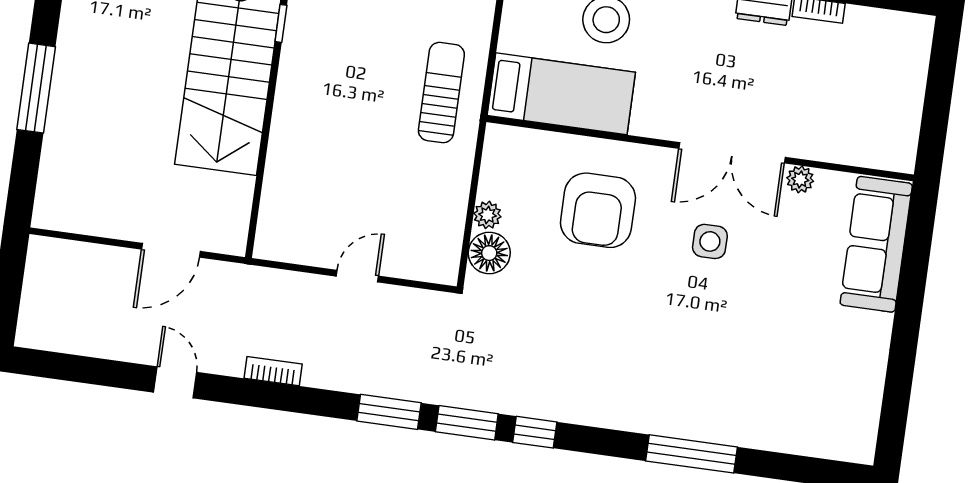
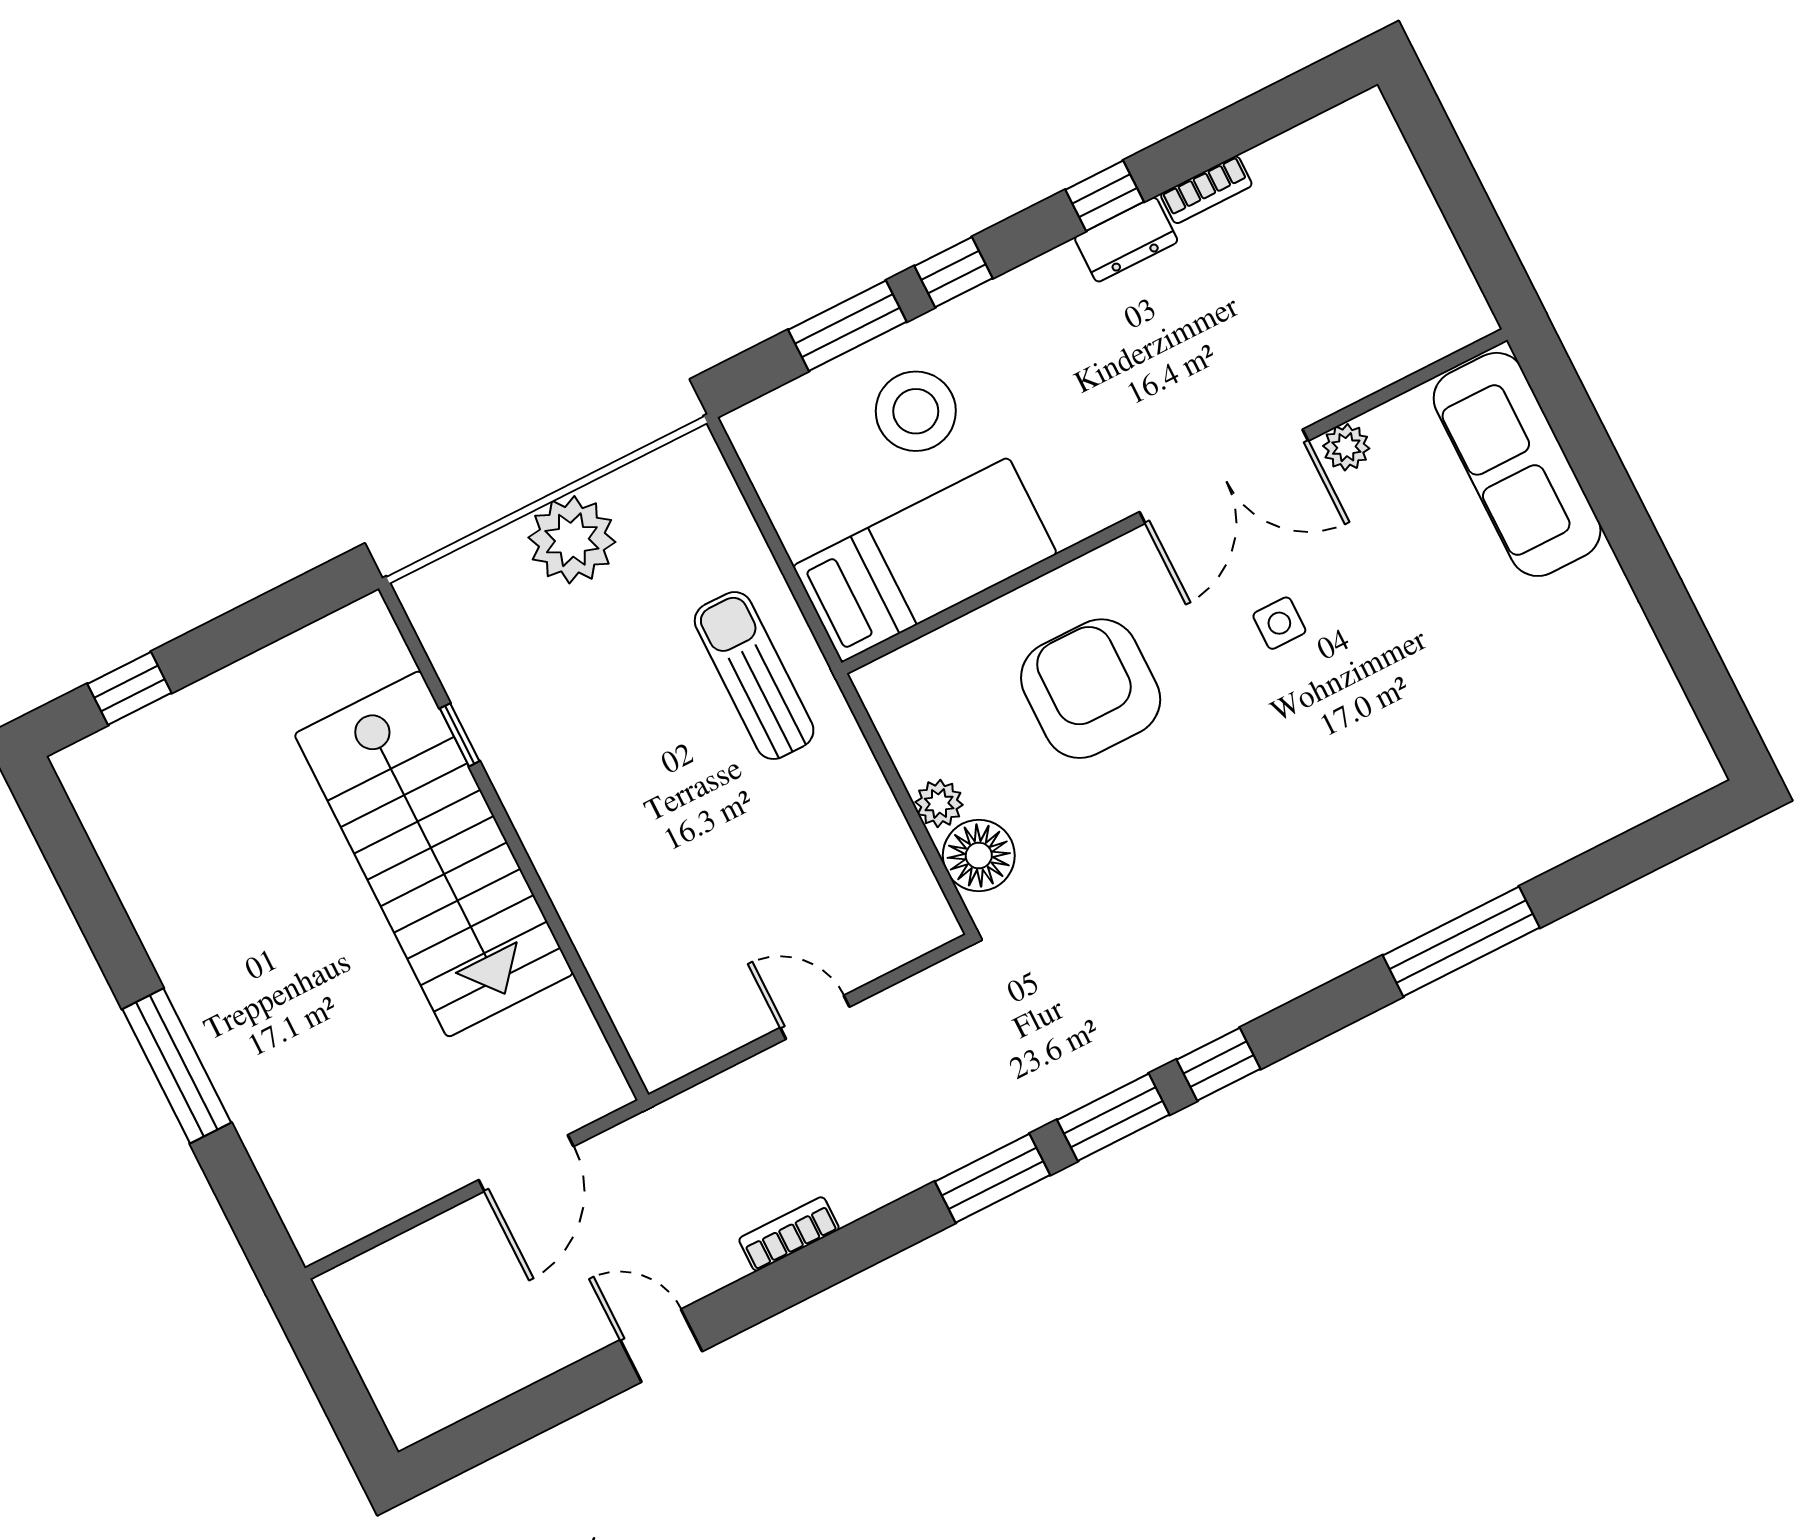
armchair: (598, 210) -> (1091, 689), turned 180
side table: (710, 241) -> (1279, 623), width x0.73, depth x0.73
door: (357, 276) -> (815, 1017), hinge flipped

